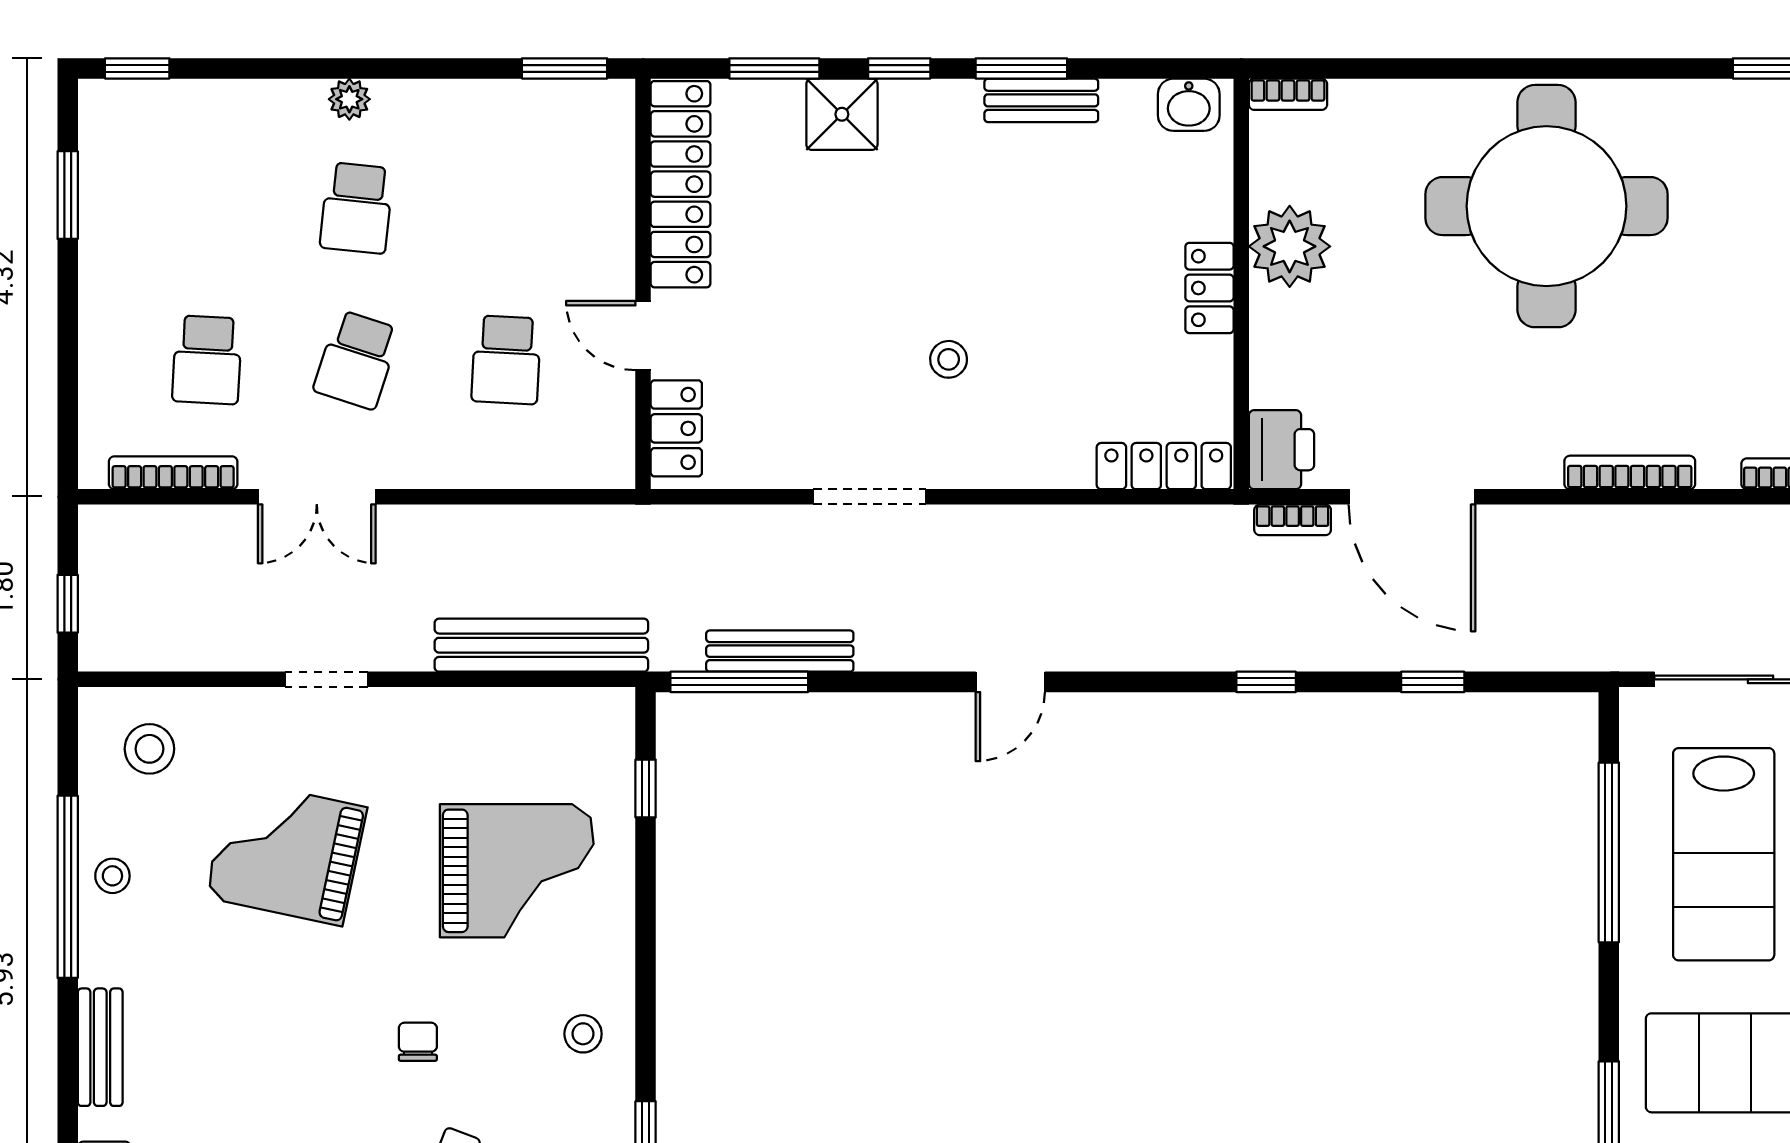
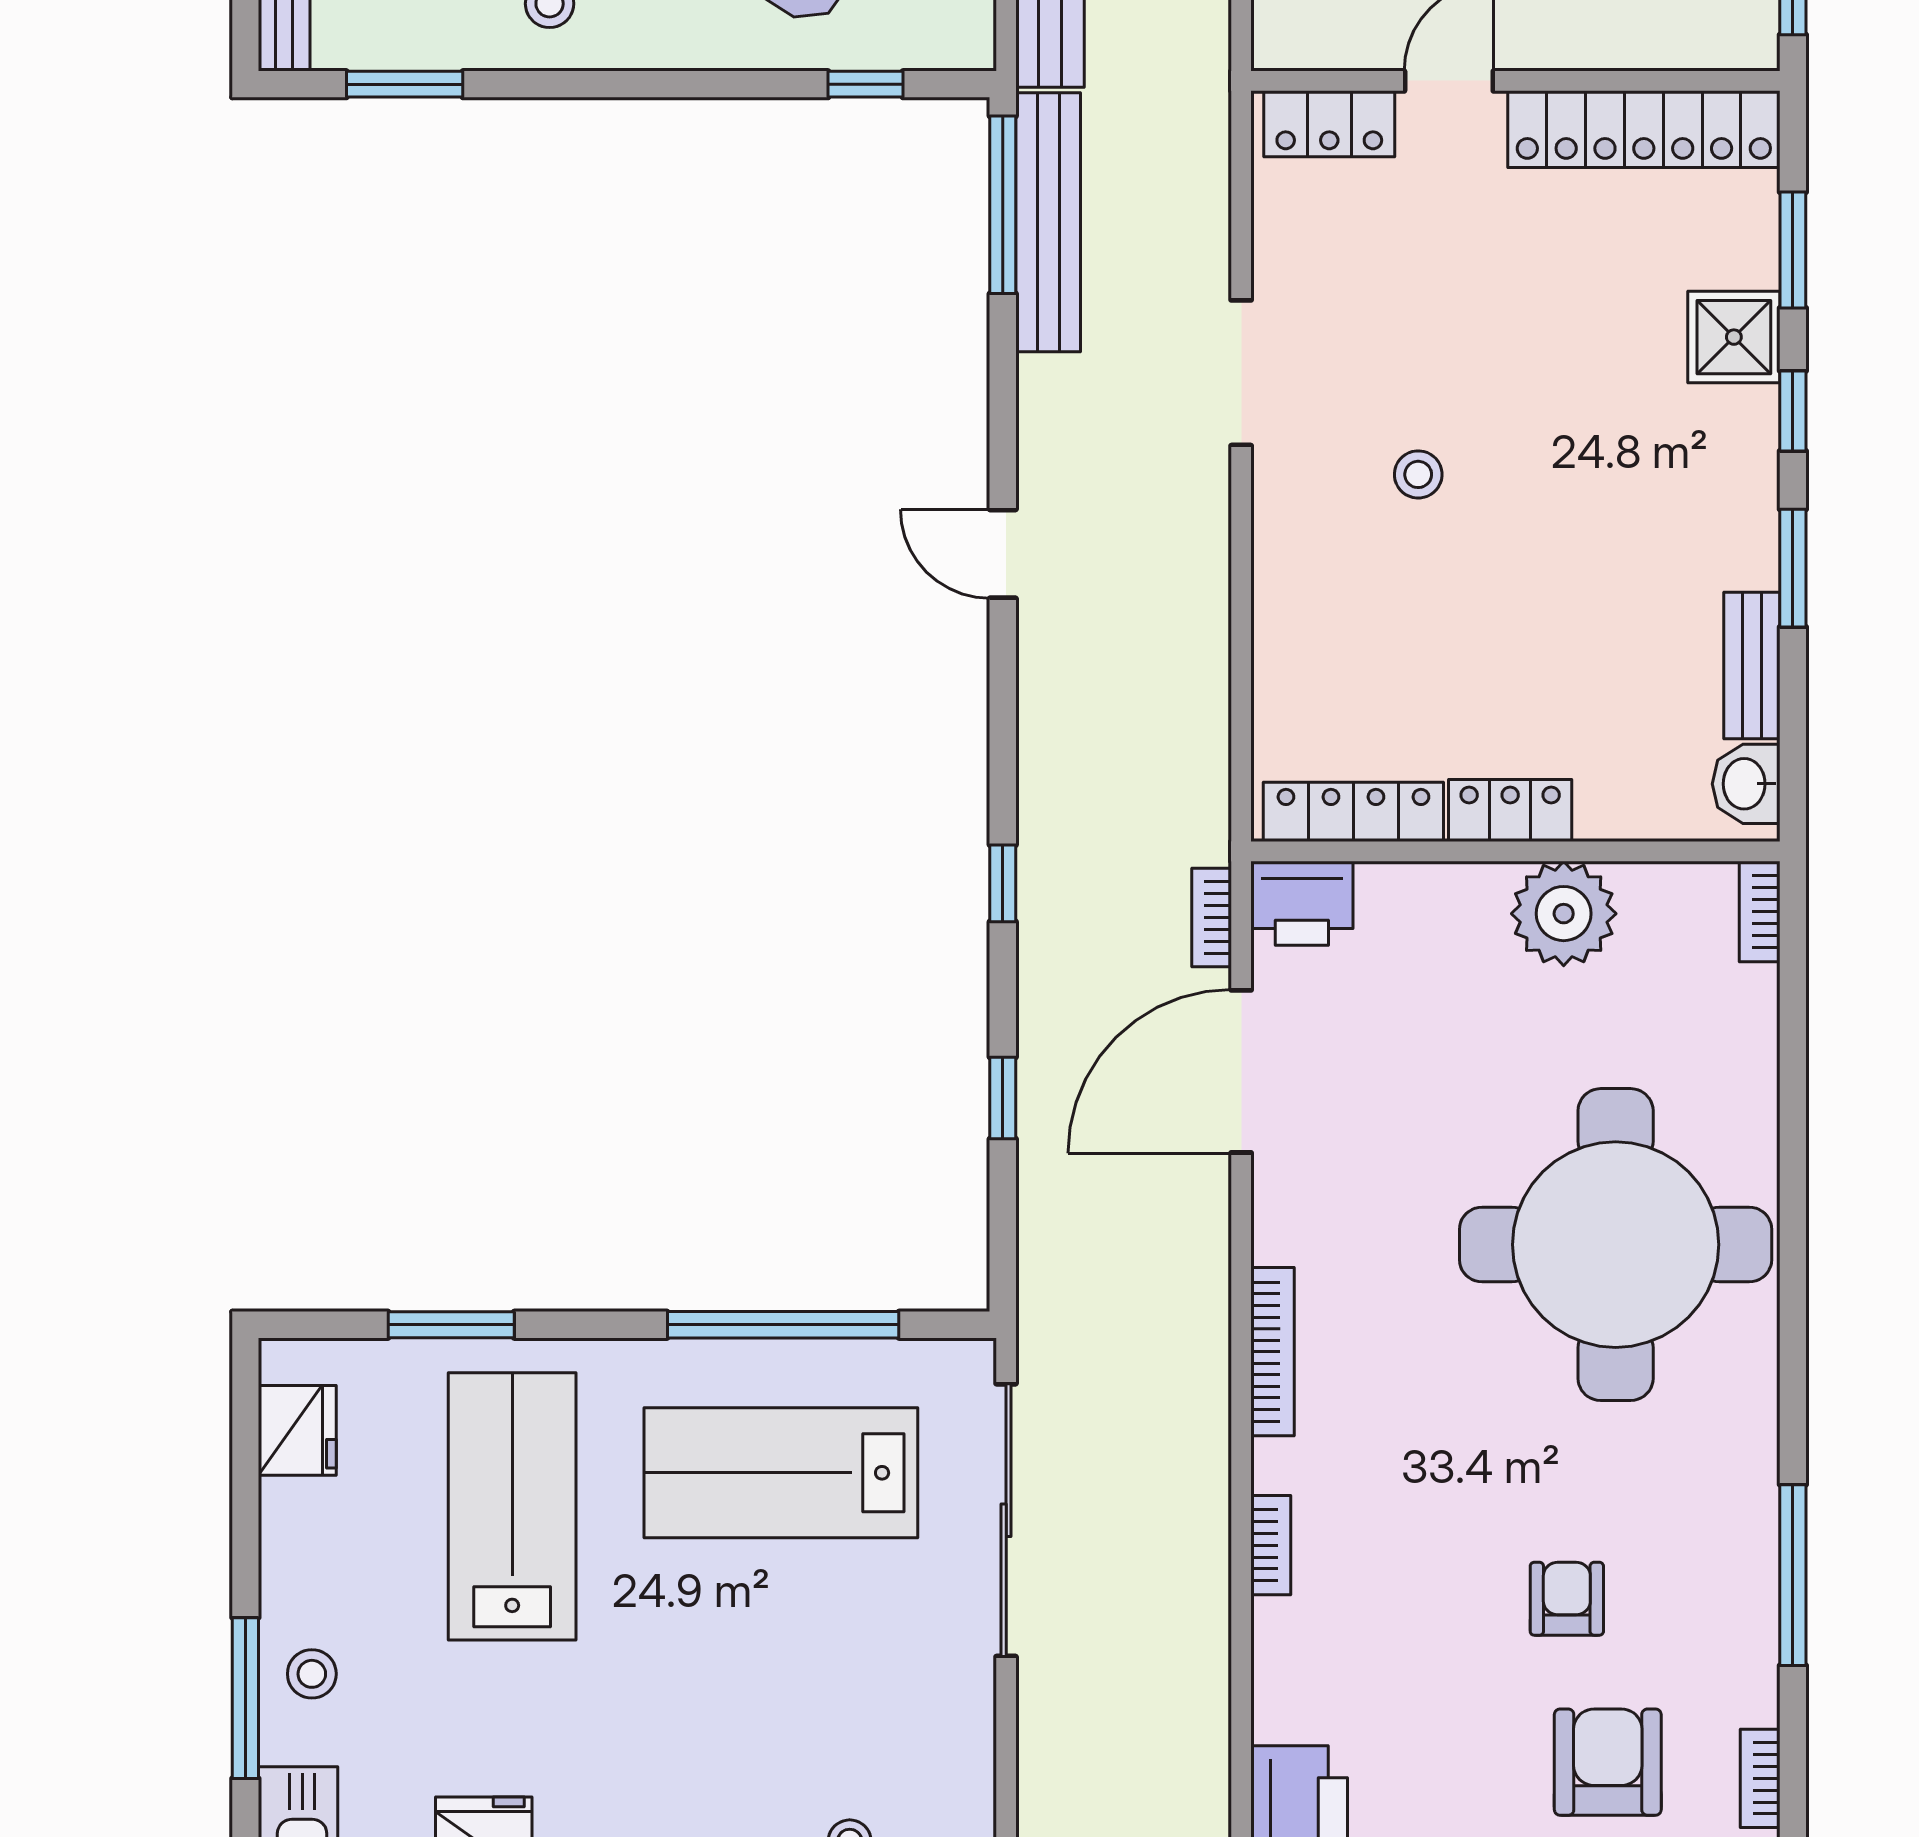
bench: (1041, 100) -> (1752, 665), moved
locker: (1164, 466) -> (1353, 812), moved, turned -90
bench: (780, 651) -> (1048, 222), width x1.37, depth x1.21

